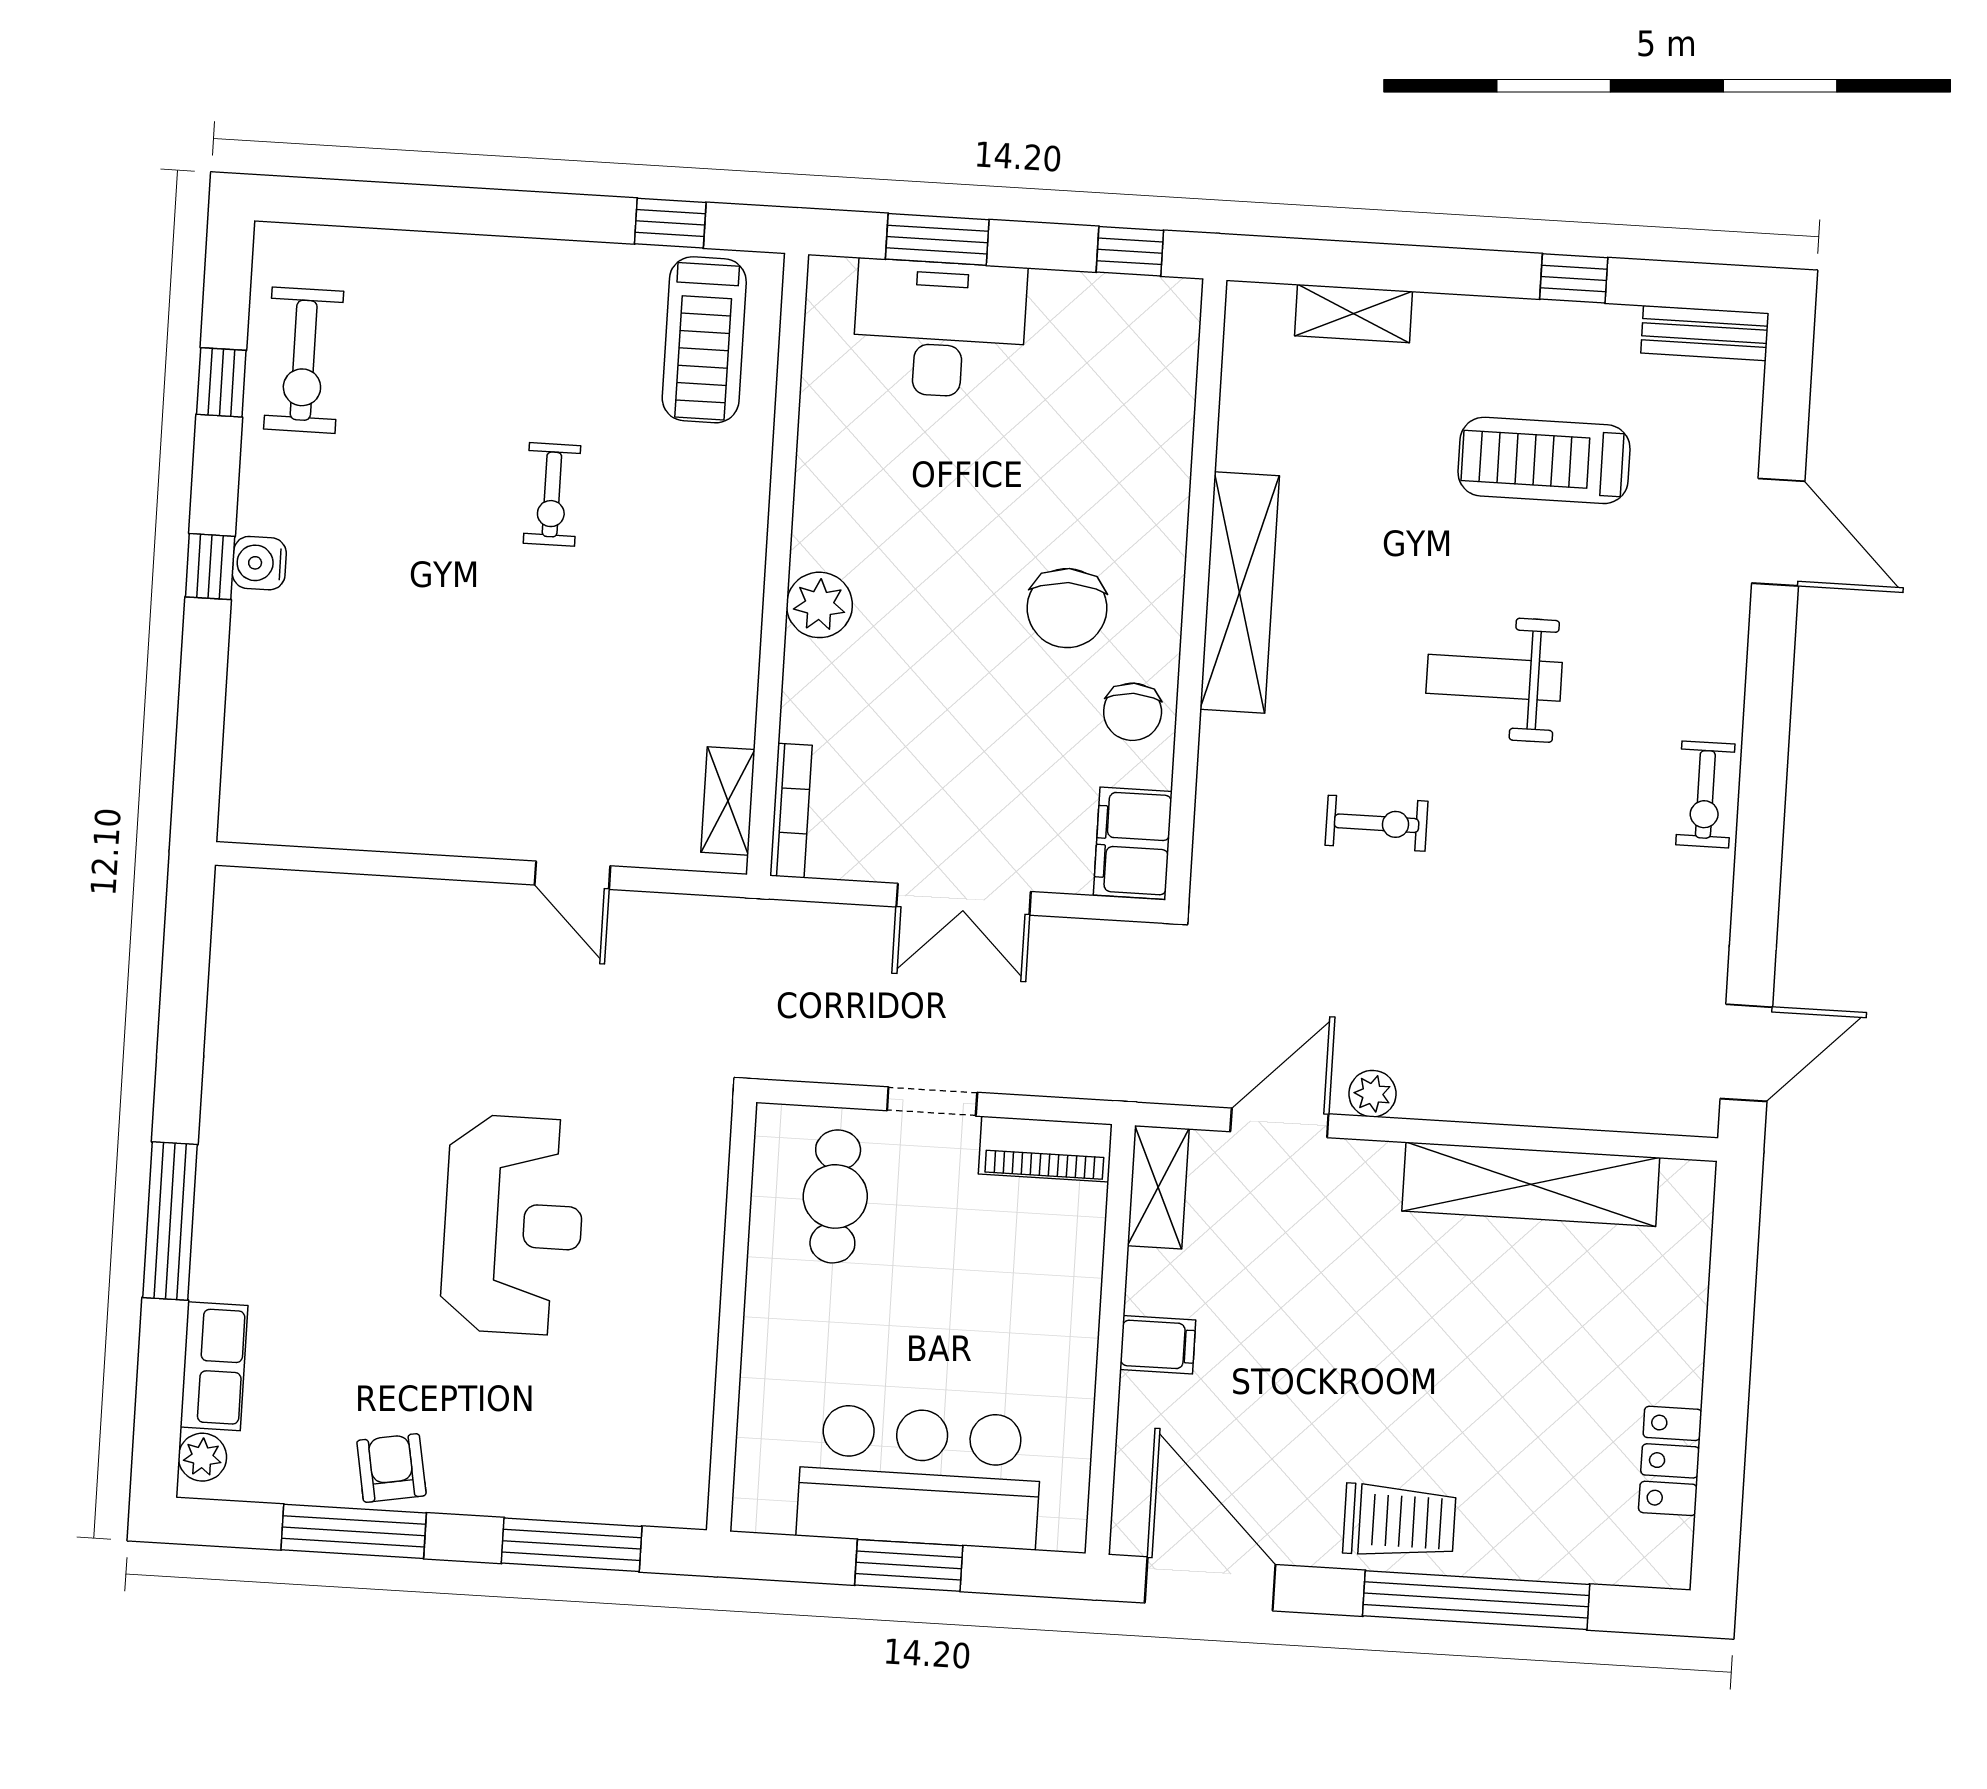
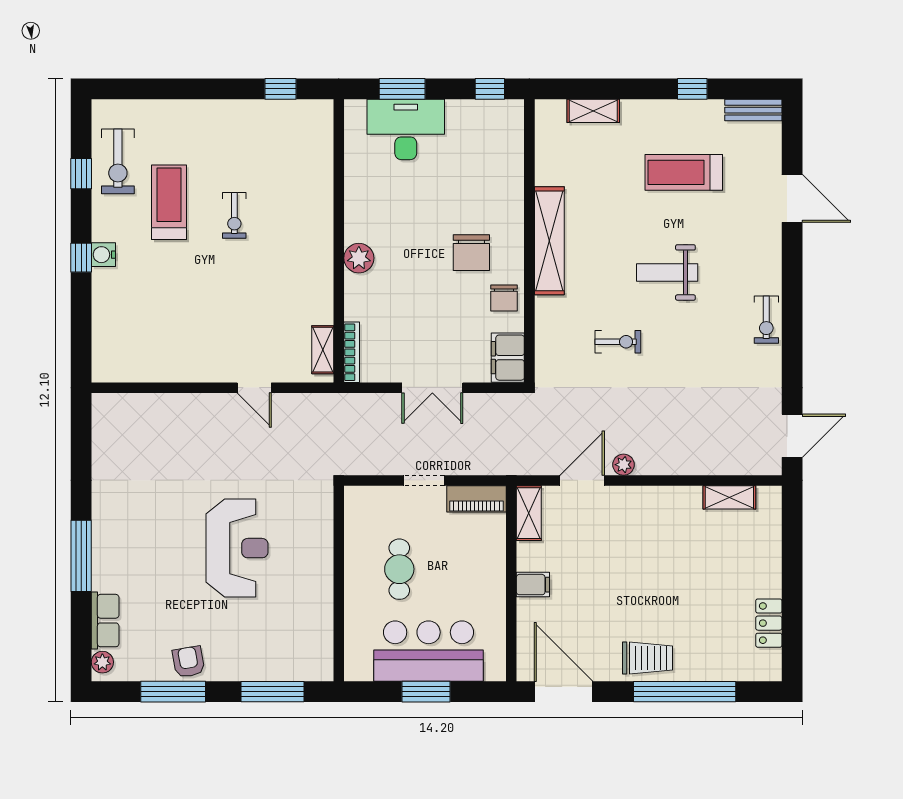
treadmill: (704, 340) -> (169, 202), moved, turned 180
shelving: (1531, 1184) -> (729, 497), width x0.45, depth x0.75
cafe table: (835, 1196) -> (399, 569), moved

